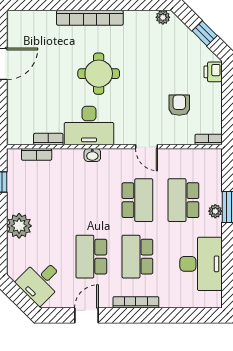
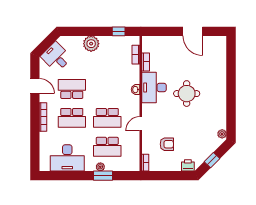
bookcase: (90, 18) -> (222, 88), removed
school desk: (183, 200) -> (107, 147), turned 180
school desk: (137, 257) -> (72, 118), turned 180

